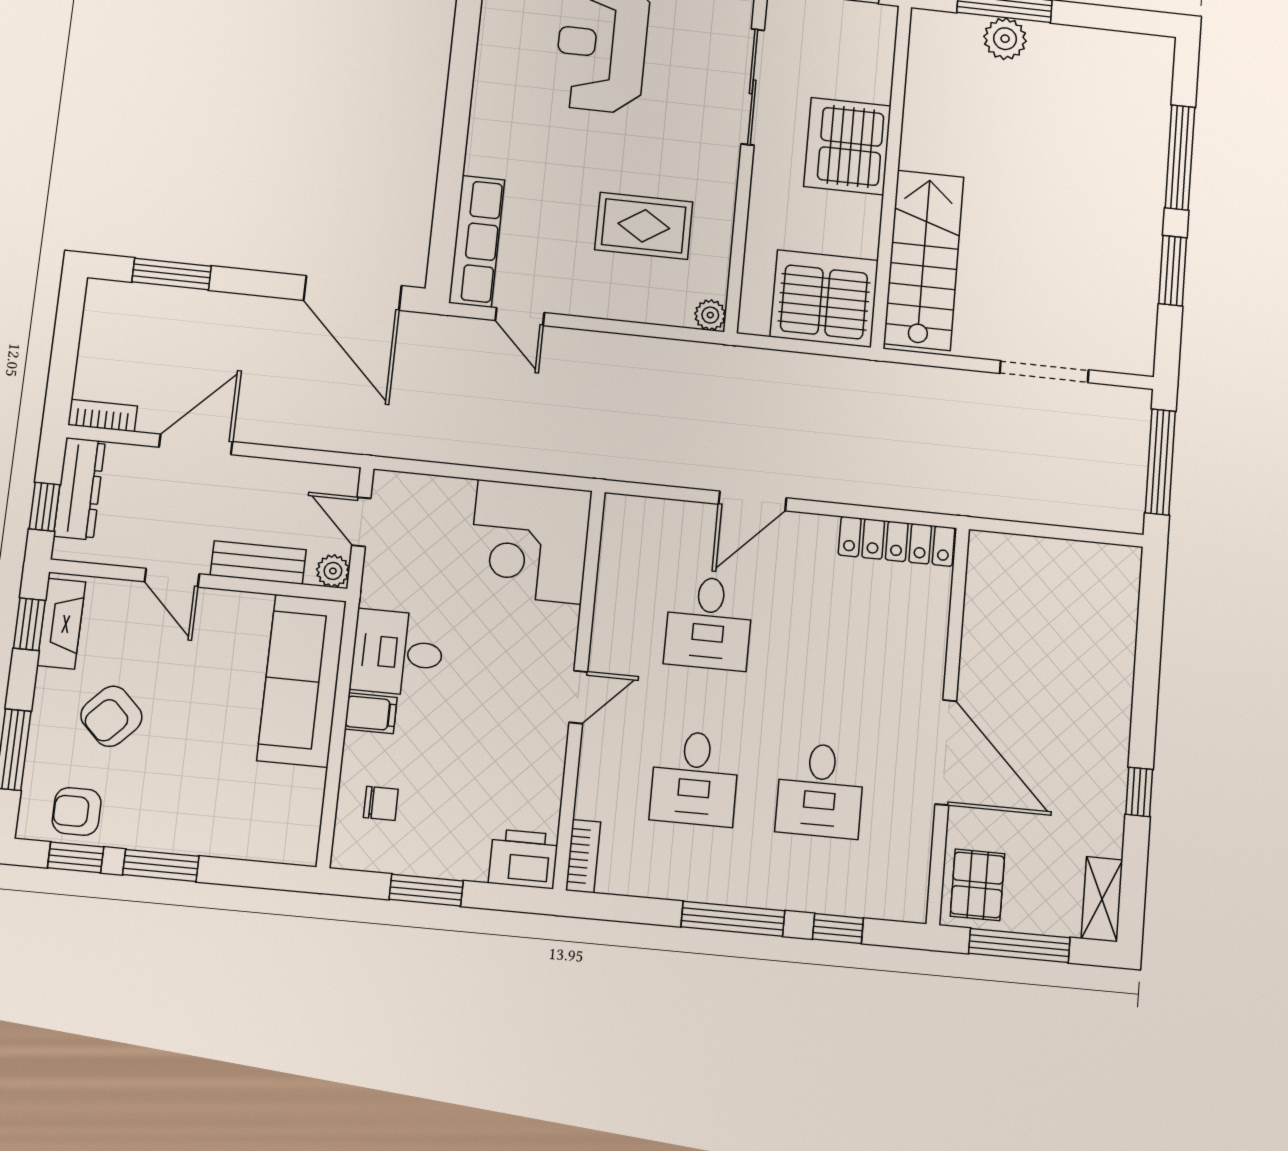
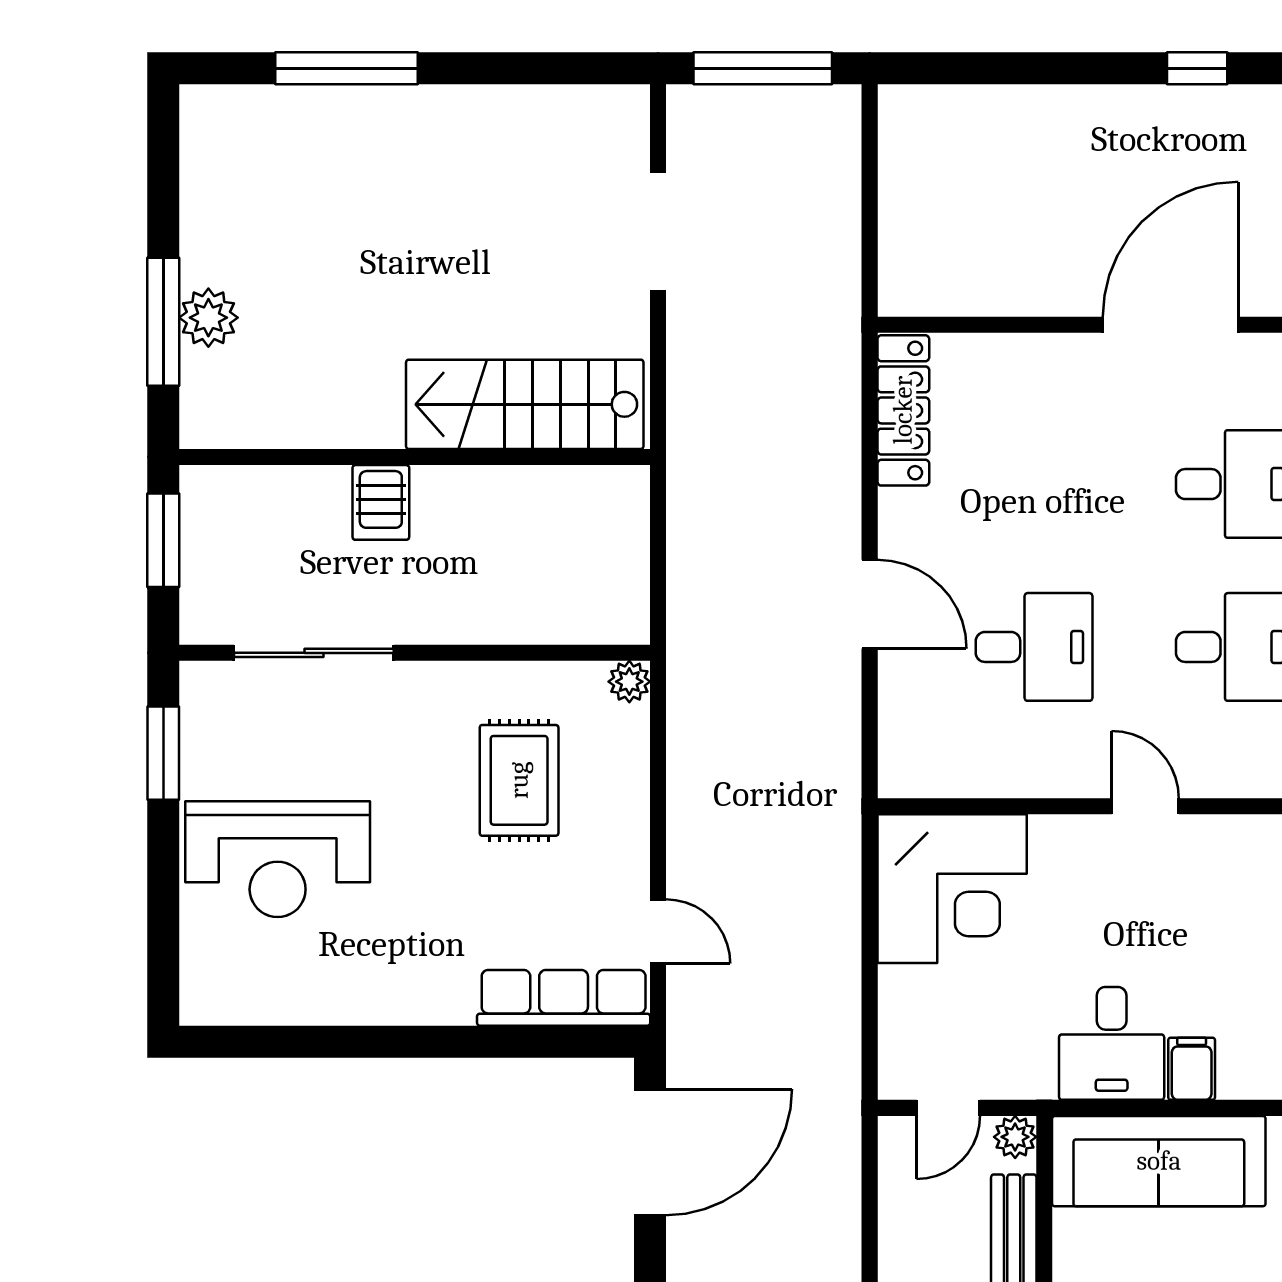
server rack: (847, 146) -> (381, 502), width x0.46, depth x0.70
window: (1173, 271) -> (503, 68), removed
server rack: (824, 298) -> (591, 533), removed
door: (520, 317) -> (658, 931), hinge flipped

